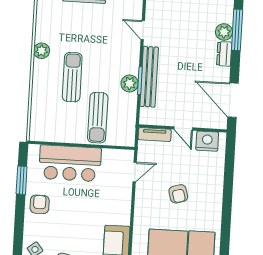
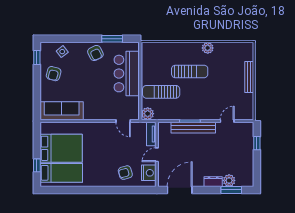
window: (237, 30) -> (231, 190), width x0.69
plant: (130, 83) -> (148, 114), moved
armchair: (178, 194) -> (125, 173), moved
armchair: (40, 204) -> (95, 53), turned 64

